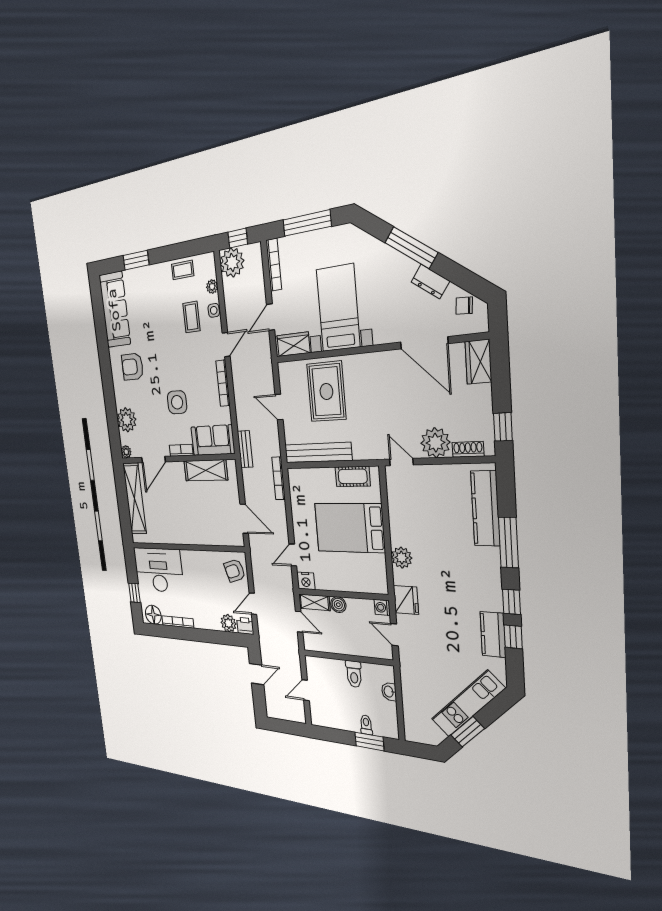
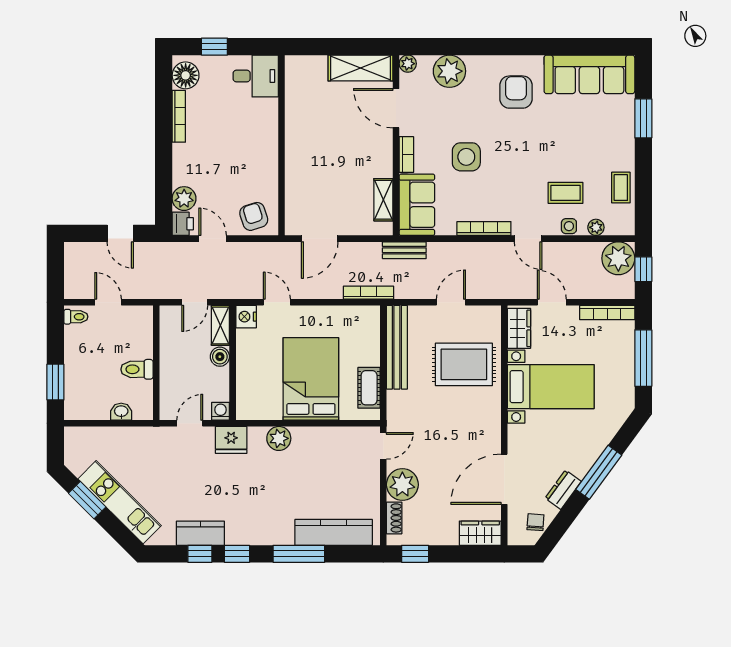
shelving: (206, 470) -> (383, 200), width x0.67, depth x0.75
shelving: (135, 498) -> (360, 68), width x0.68
desk: (159, 570) -> (256, 76), width x0.53, depth x0.77
toilet: (366, 725) -> (76, 317), moved

